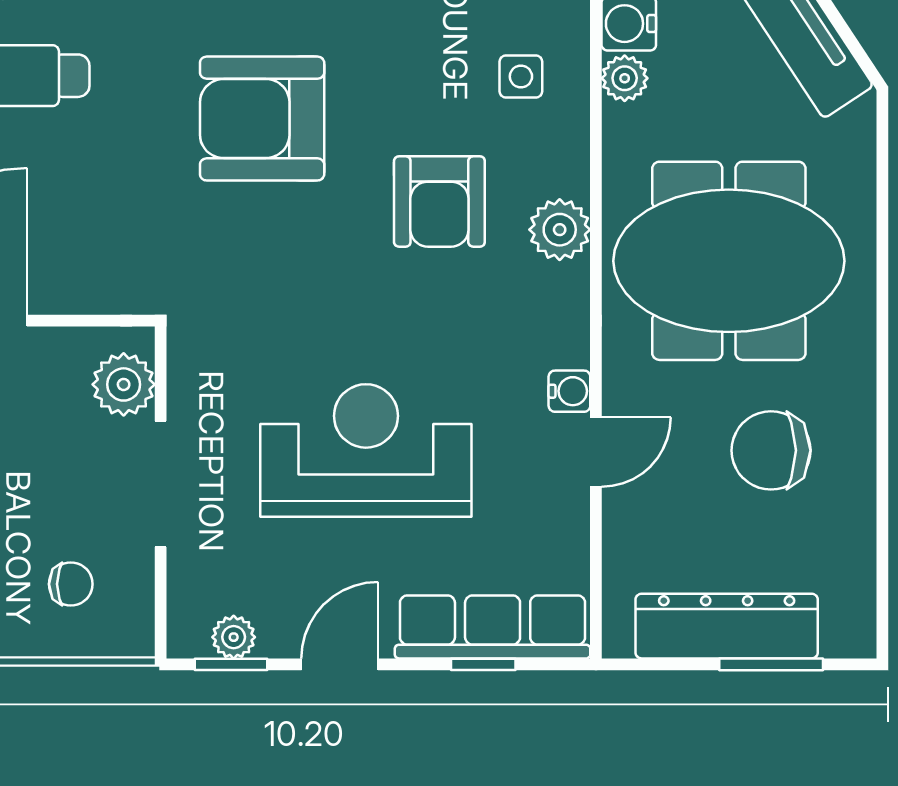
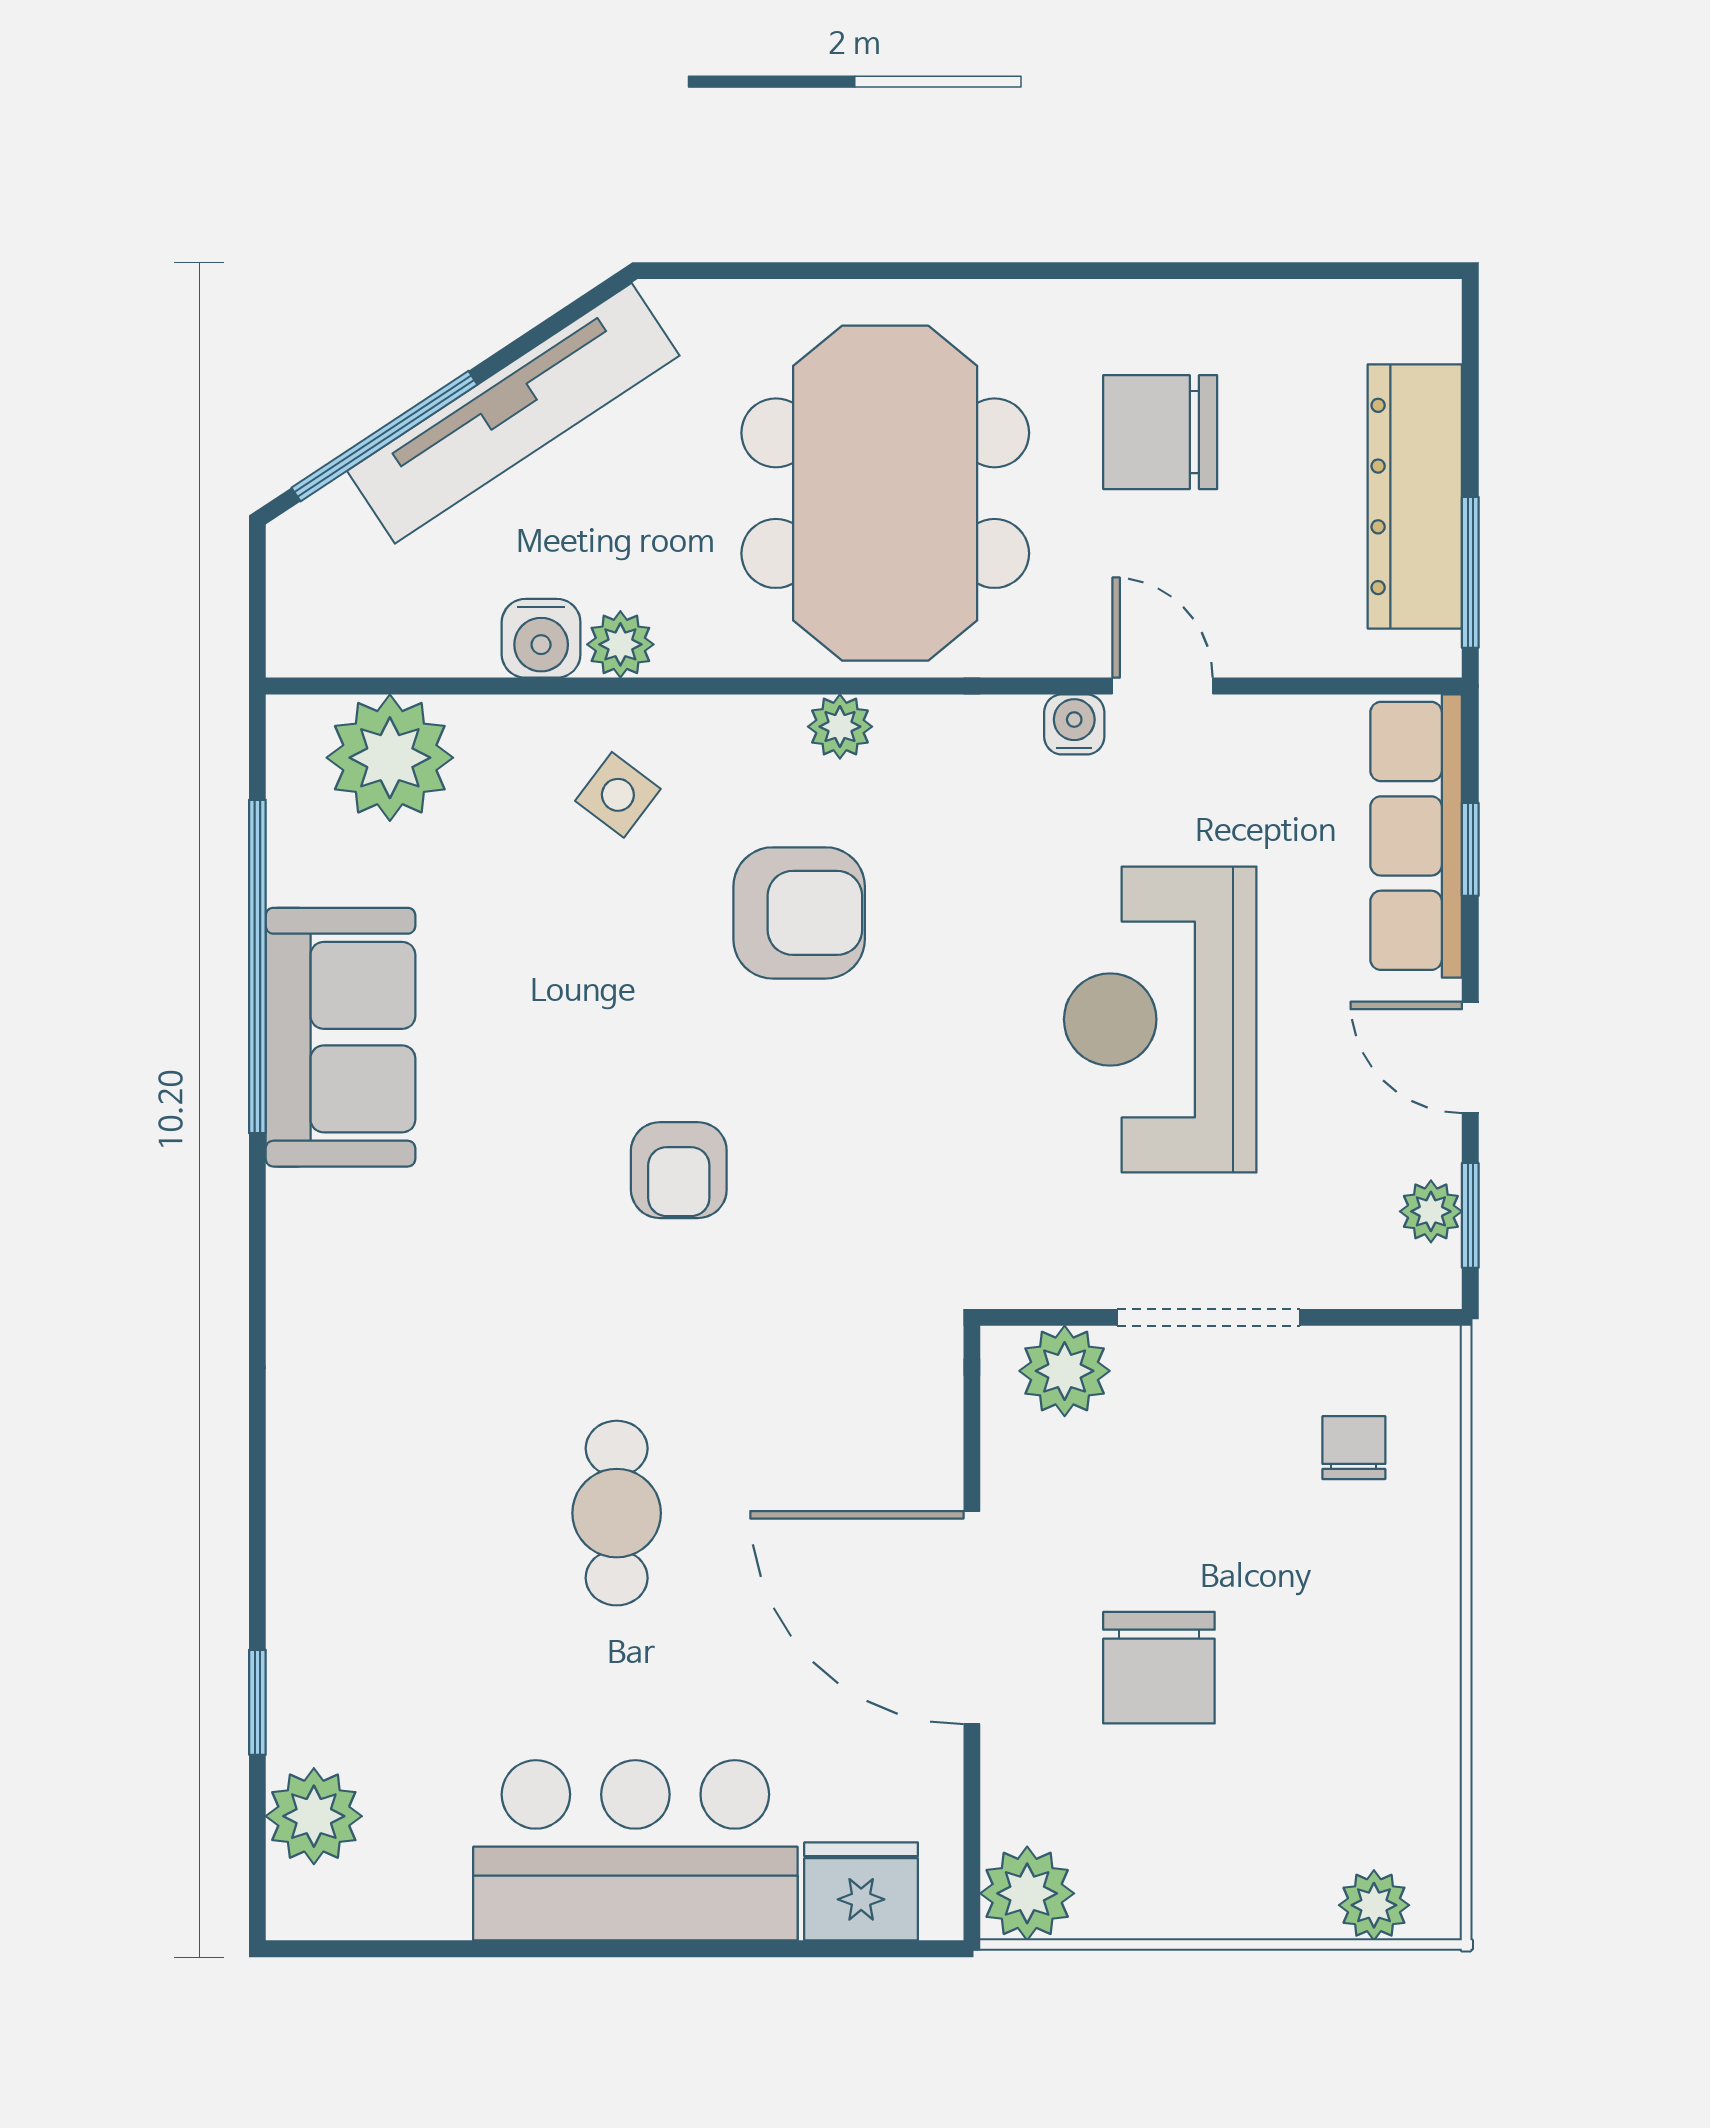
side table: (521, 77) -> (618, 795), turned 37
armchair: (262, 119) -> (679, 1170), width x0.53, depth x0.53
plant: (560, 230) -> (840, 727), width x0.73, depth x0.73
chair: (771, 450) -> (1160, 432), turned 90
window: (771, 664) -> (1470, 572), moved

